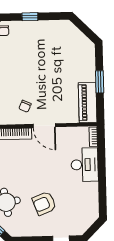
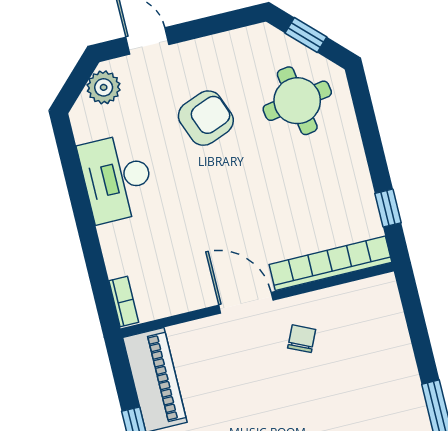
desk: (85, 165) -> (117, 178), moved
plant: (83, 225) -> (104, 87), added

